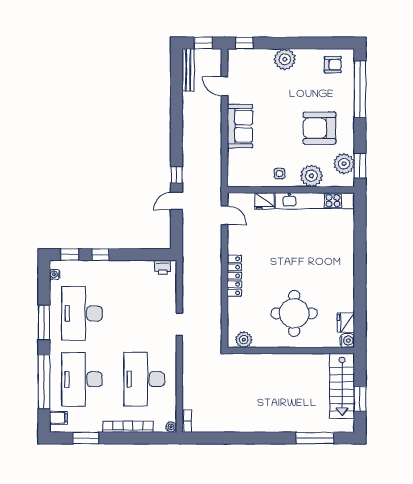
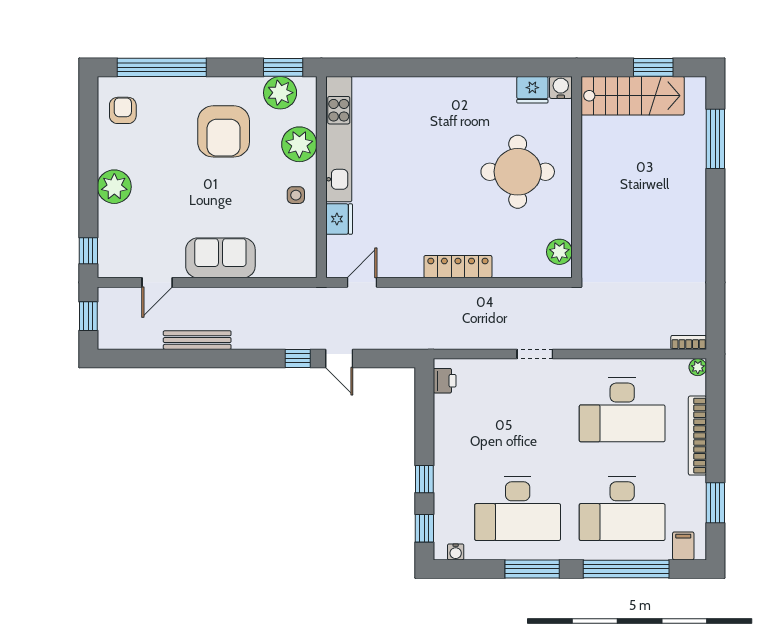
bench: (188, 70) -> (197, 340), moved

